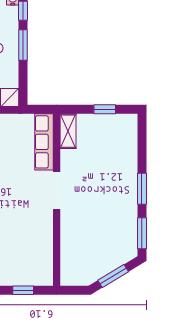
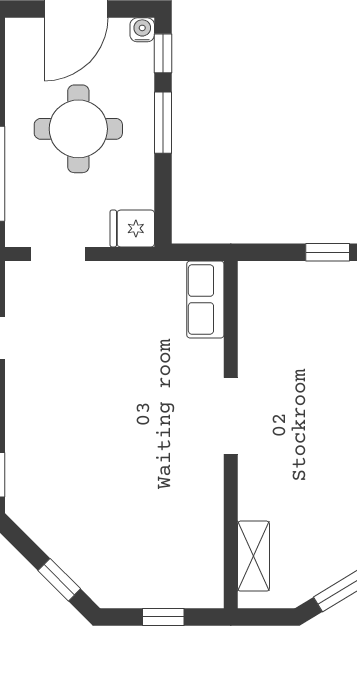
shelving: (68, 131) -> (254, 556), moved
row of seats: (44, 142) -> (205, 299), width x0.68

